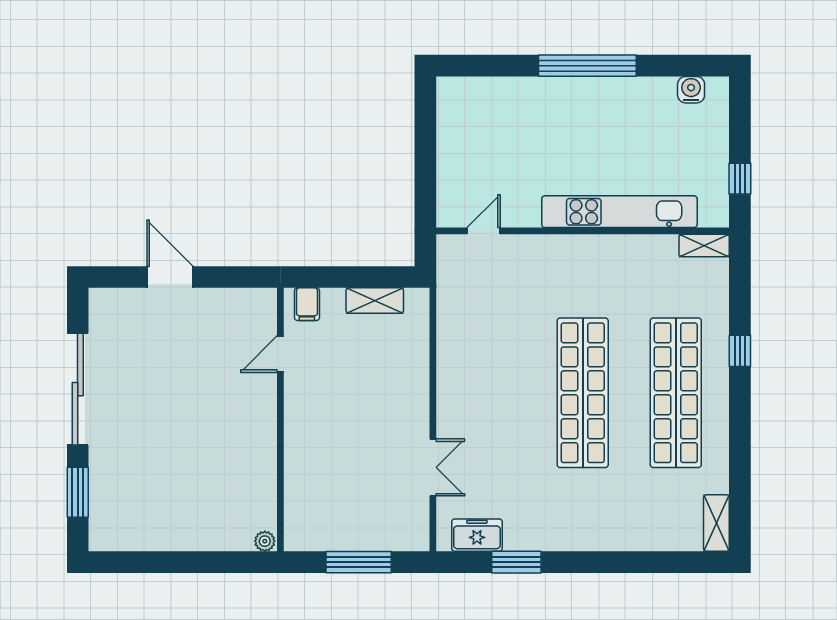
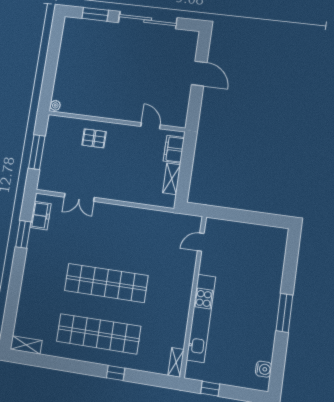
window: (587, 66) -> (284, 313), width x0.68
door: (484, 231) -> (201, 242), swing flipped
door: (170, 277) -> (199, 74), hinge flipped
filing cabinet: (307, 304) -> (174, 149), width x2.00
pallet: (318, 457) -> (94, 138), added

